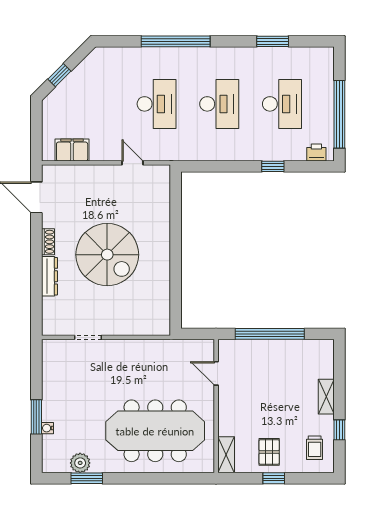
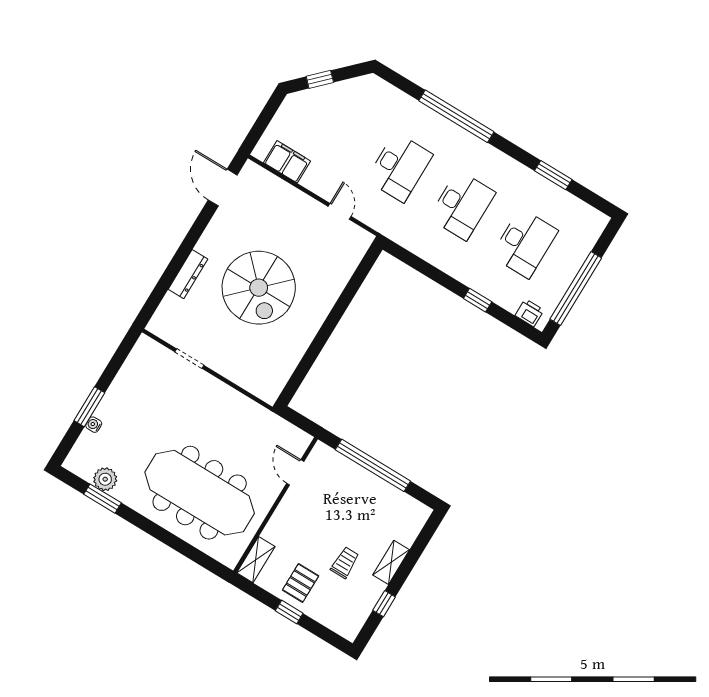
shoe rack: (48, 242) -> (207, 239), removed
trolley: (315, 448) -> (345, 563), moved, turned 180

